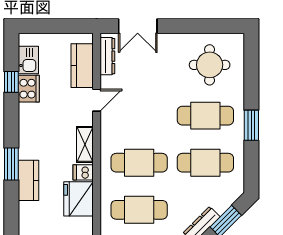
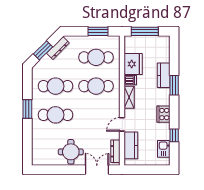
round table: (210, 65) -> (71, 152), moved
cooker: (29, 89) -> (164, 114), moved

